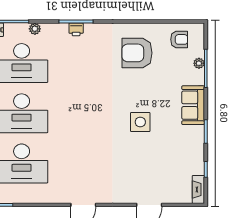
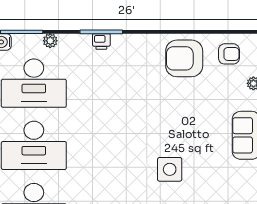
armchair: (137, 53) -> (184, 58), moved
side table: (140, 122) -> (170, 169), moved

